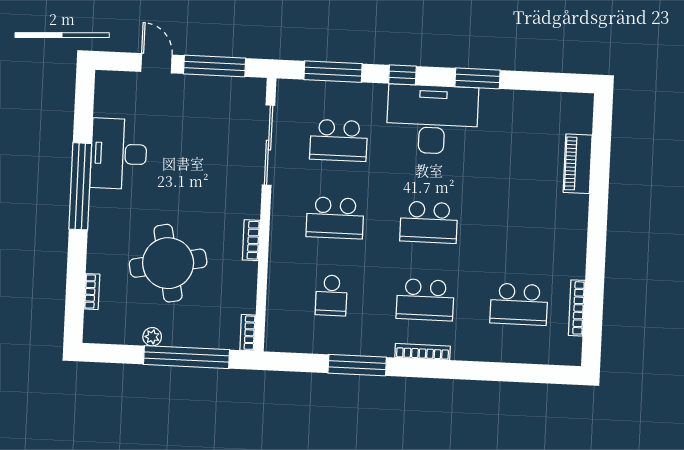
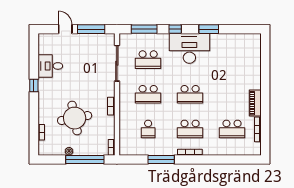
desk: (119, 154) -> (50, 66), width x0.73
piano: (578, 164) -> (255, 103), moved
window: (80, 186) -> (34, 86), width x0.32

